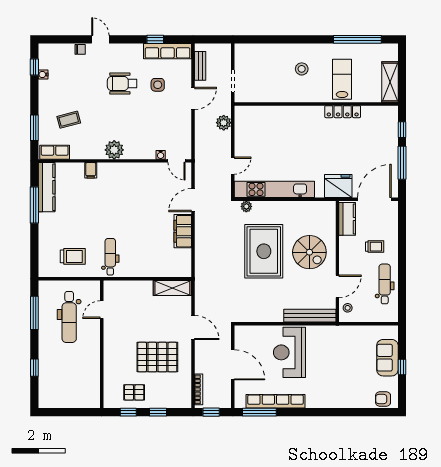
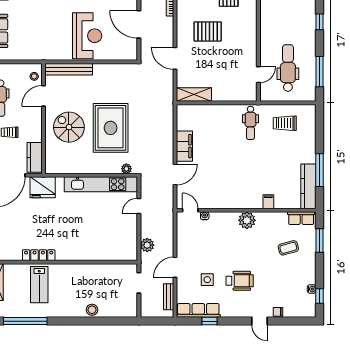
stool: (302, 69) -> (92, 310), moved
pallet: (157, 357) -> (208, 32), width x0.73, depth x0.71

